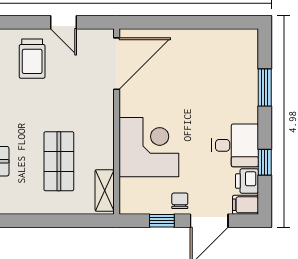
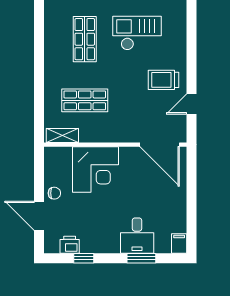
desk: (235, 145) -> (137, 236), moved
filing cabinet: (245, 205) -> (179, 243), moved
window: (162, 221) -> (39, 179), removed

